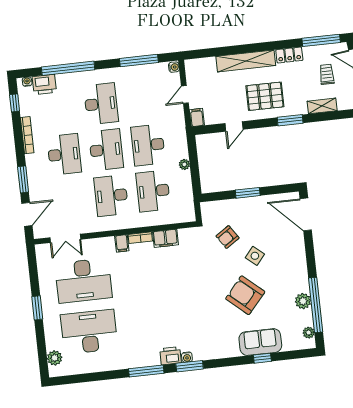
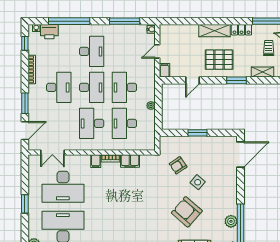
shelving: (246, 61) -> (215, 31), width x0.68
door: (306, 214) -> (240, 154), swing flipped

